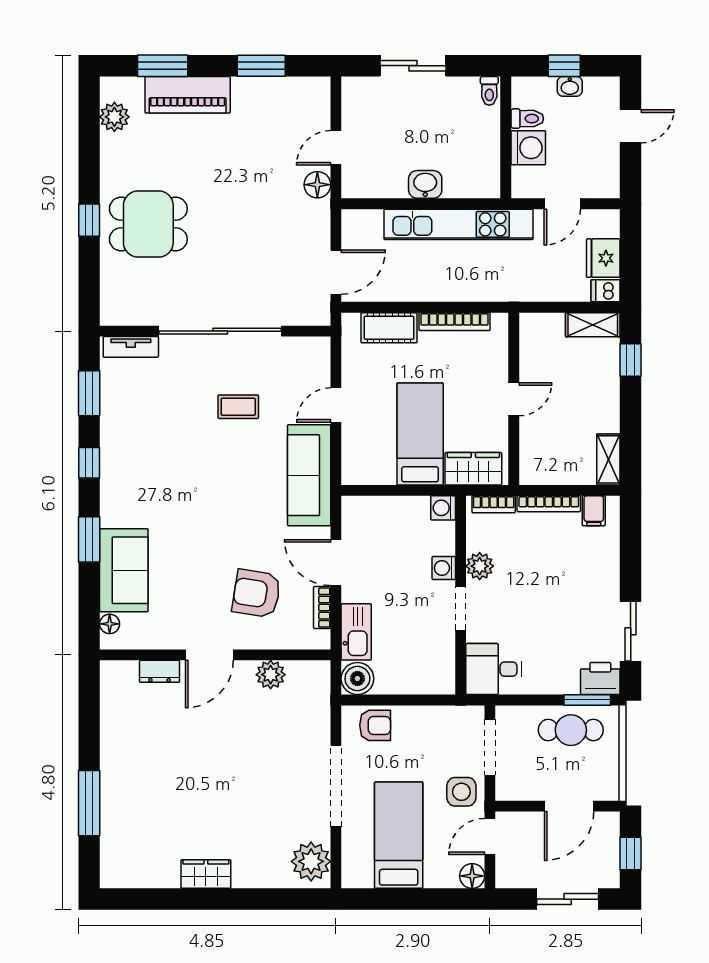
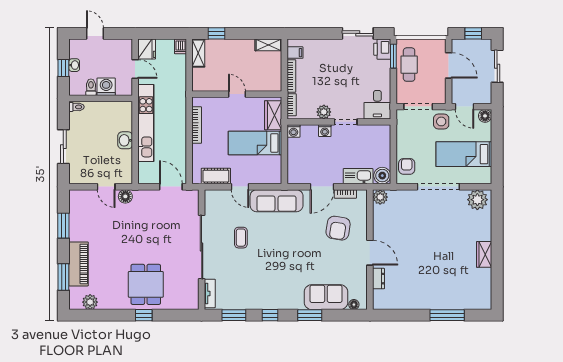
fridge: (603, 258) -> (147, 49), moved, turned -90
cot: (389, 328) -> (216, 176), moved, turned 90
plant: (271, 675) -> (380, 197), moved

